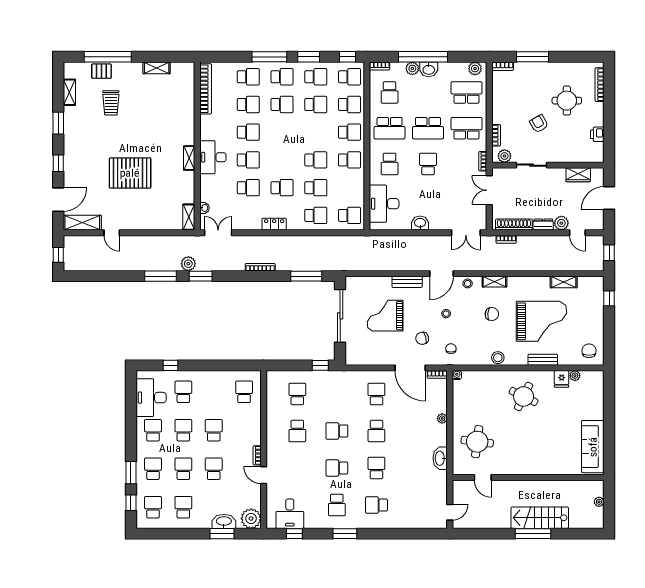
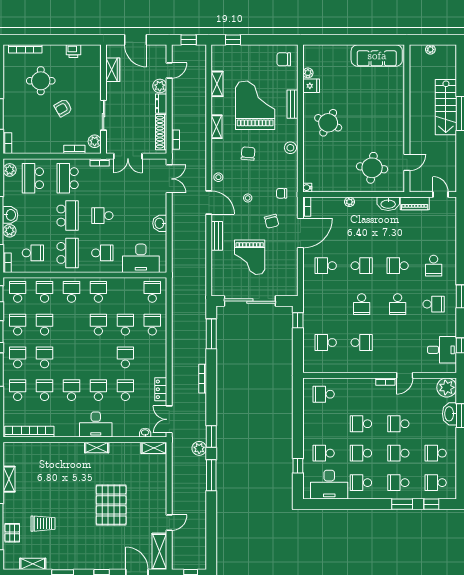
locker: (274, 224) -> (161, 389), moved
shelving: (494, 282) -> (217, 127), moved
piano: (441, 486) -> (415, 203), added

